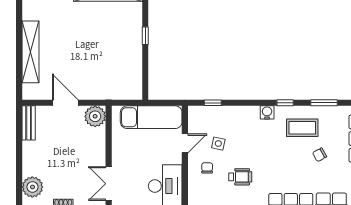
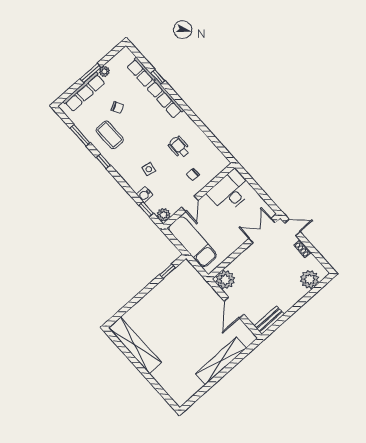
window: (145, 36) -> (167, 271), moved
water cooler: (267, 112) -> (145, 195), moved
plant: (195, 113) -> (164, 215), added
door: (185, 143) -> (190, 204), swing flipped
side table: (218, 144) -> (149, 169), moved
double door: (109, 184) -> (262, 231), swing flipped

